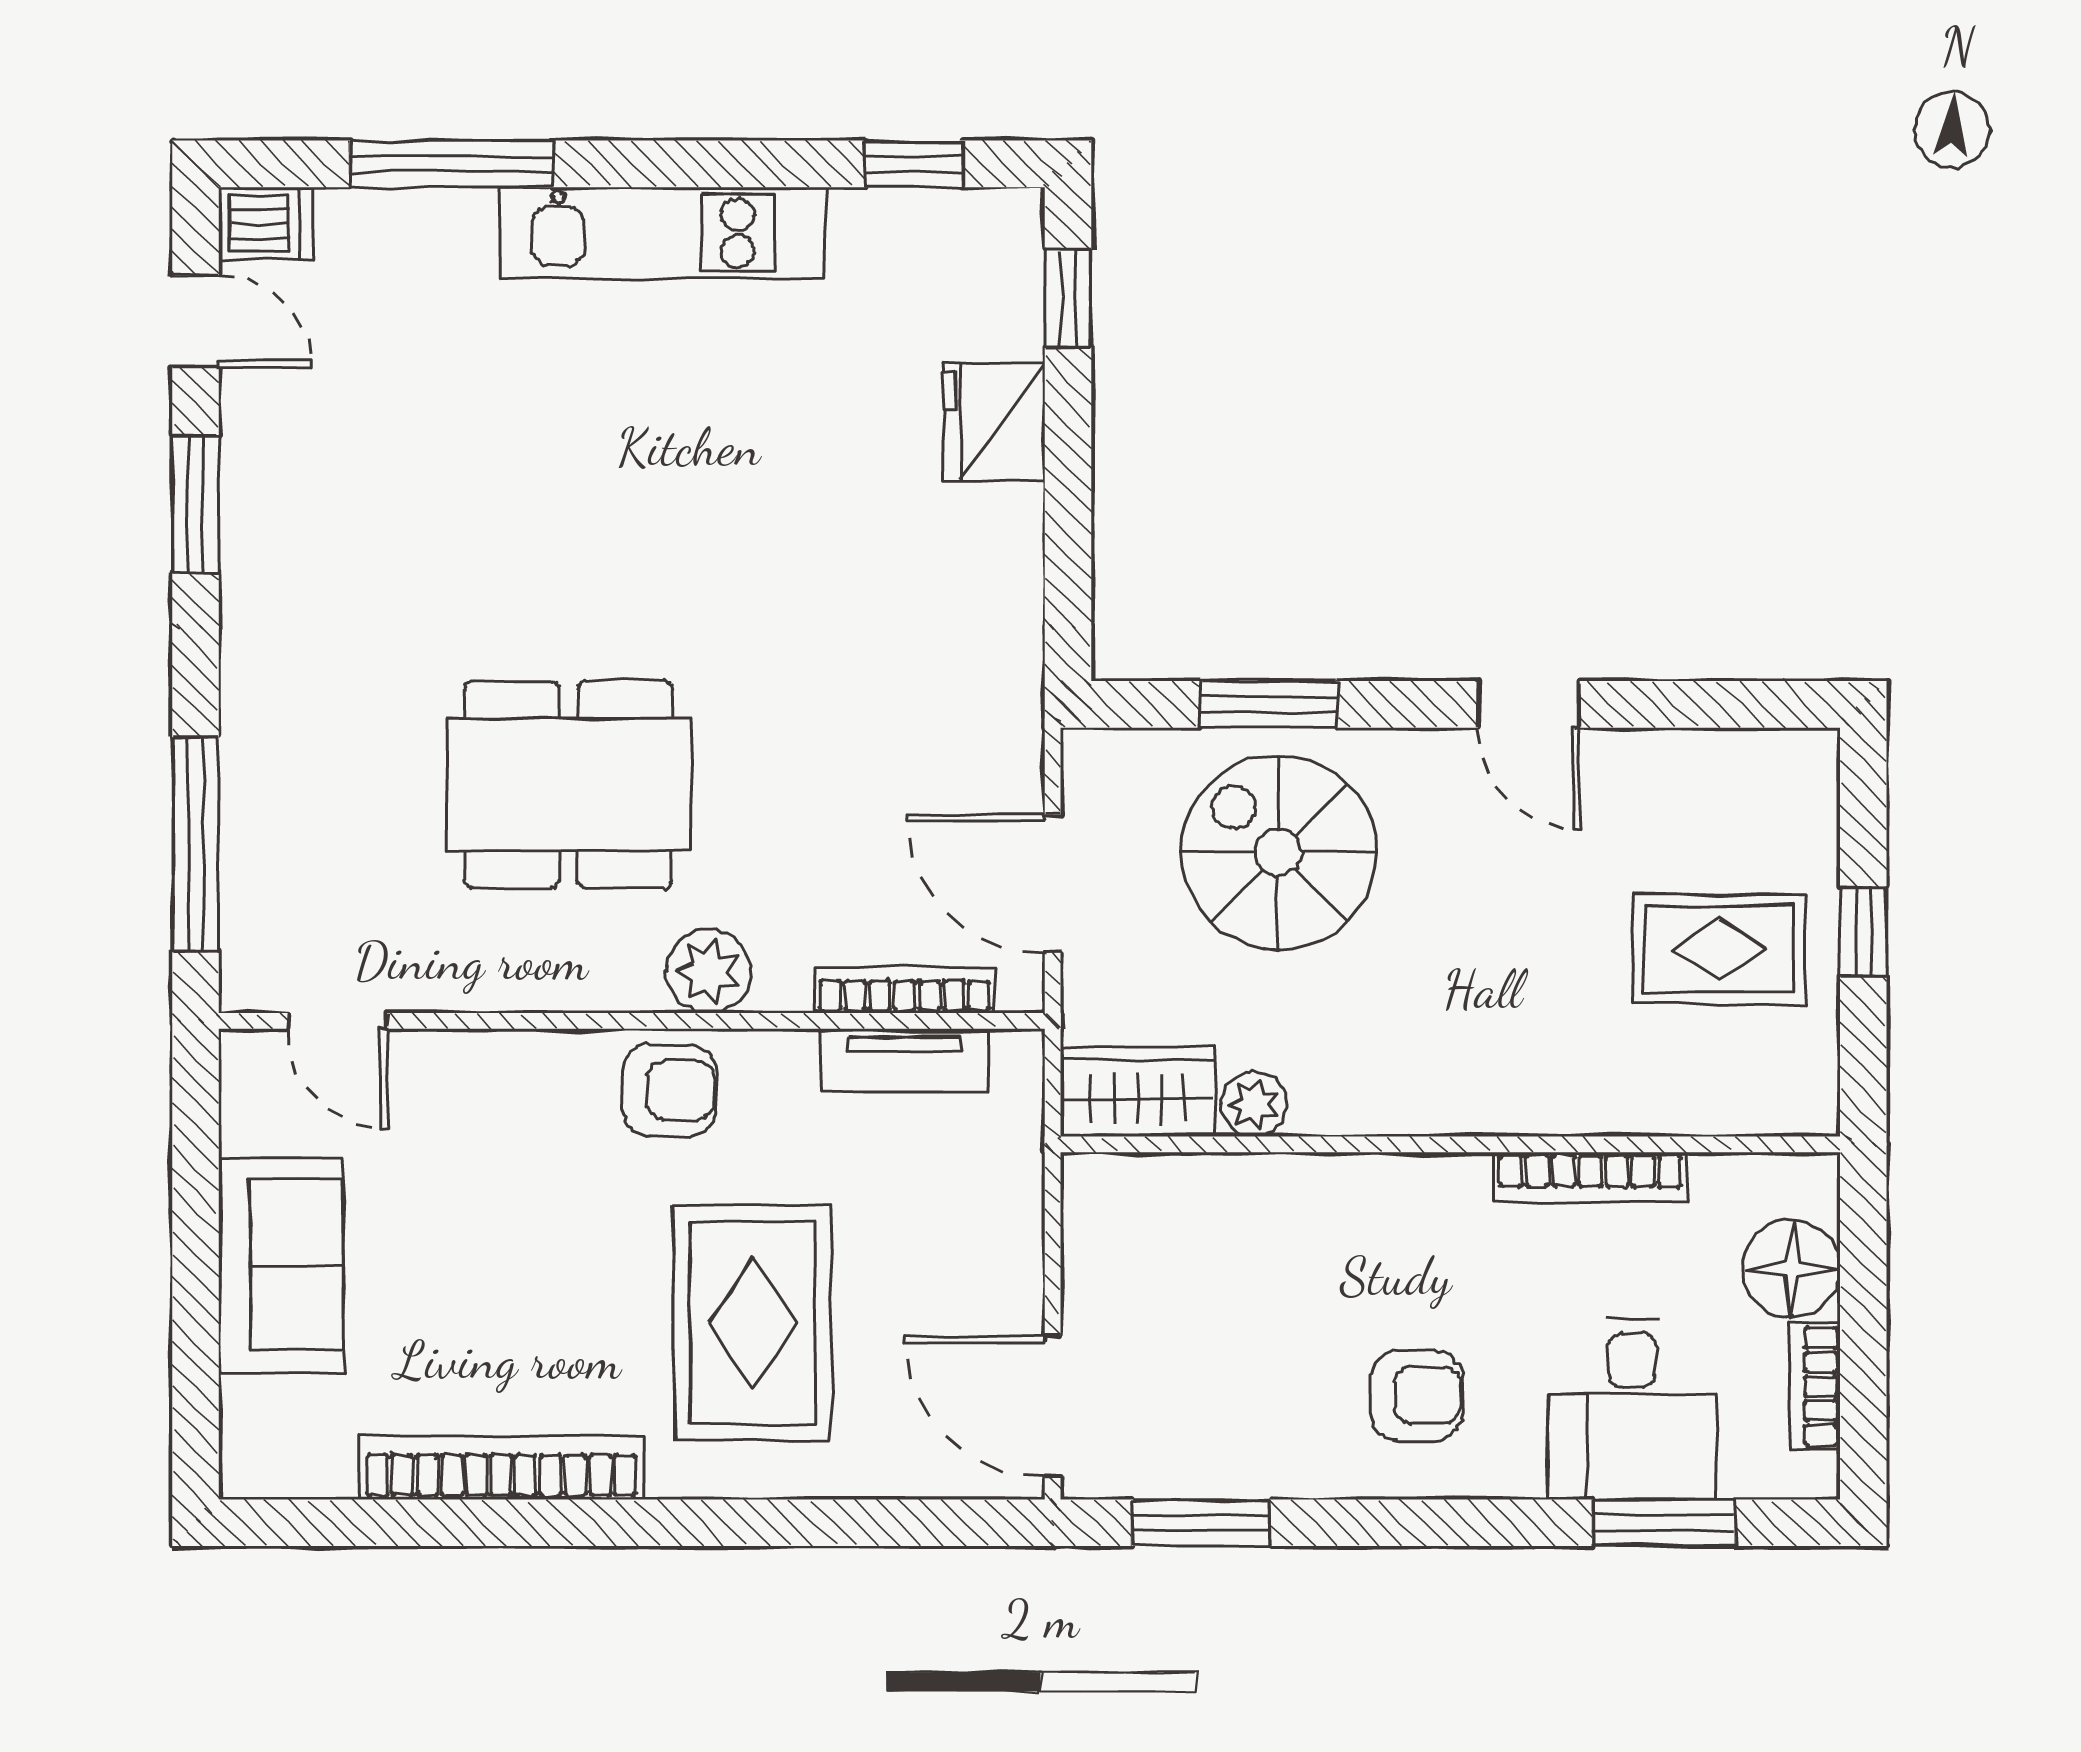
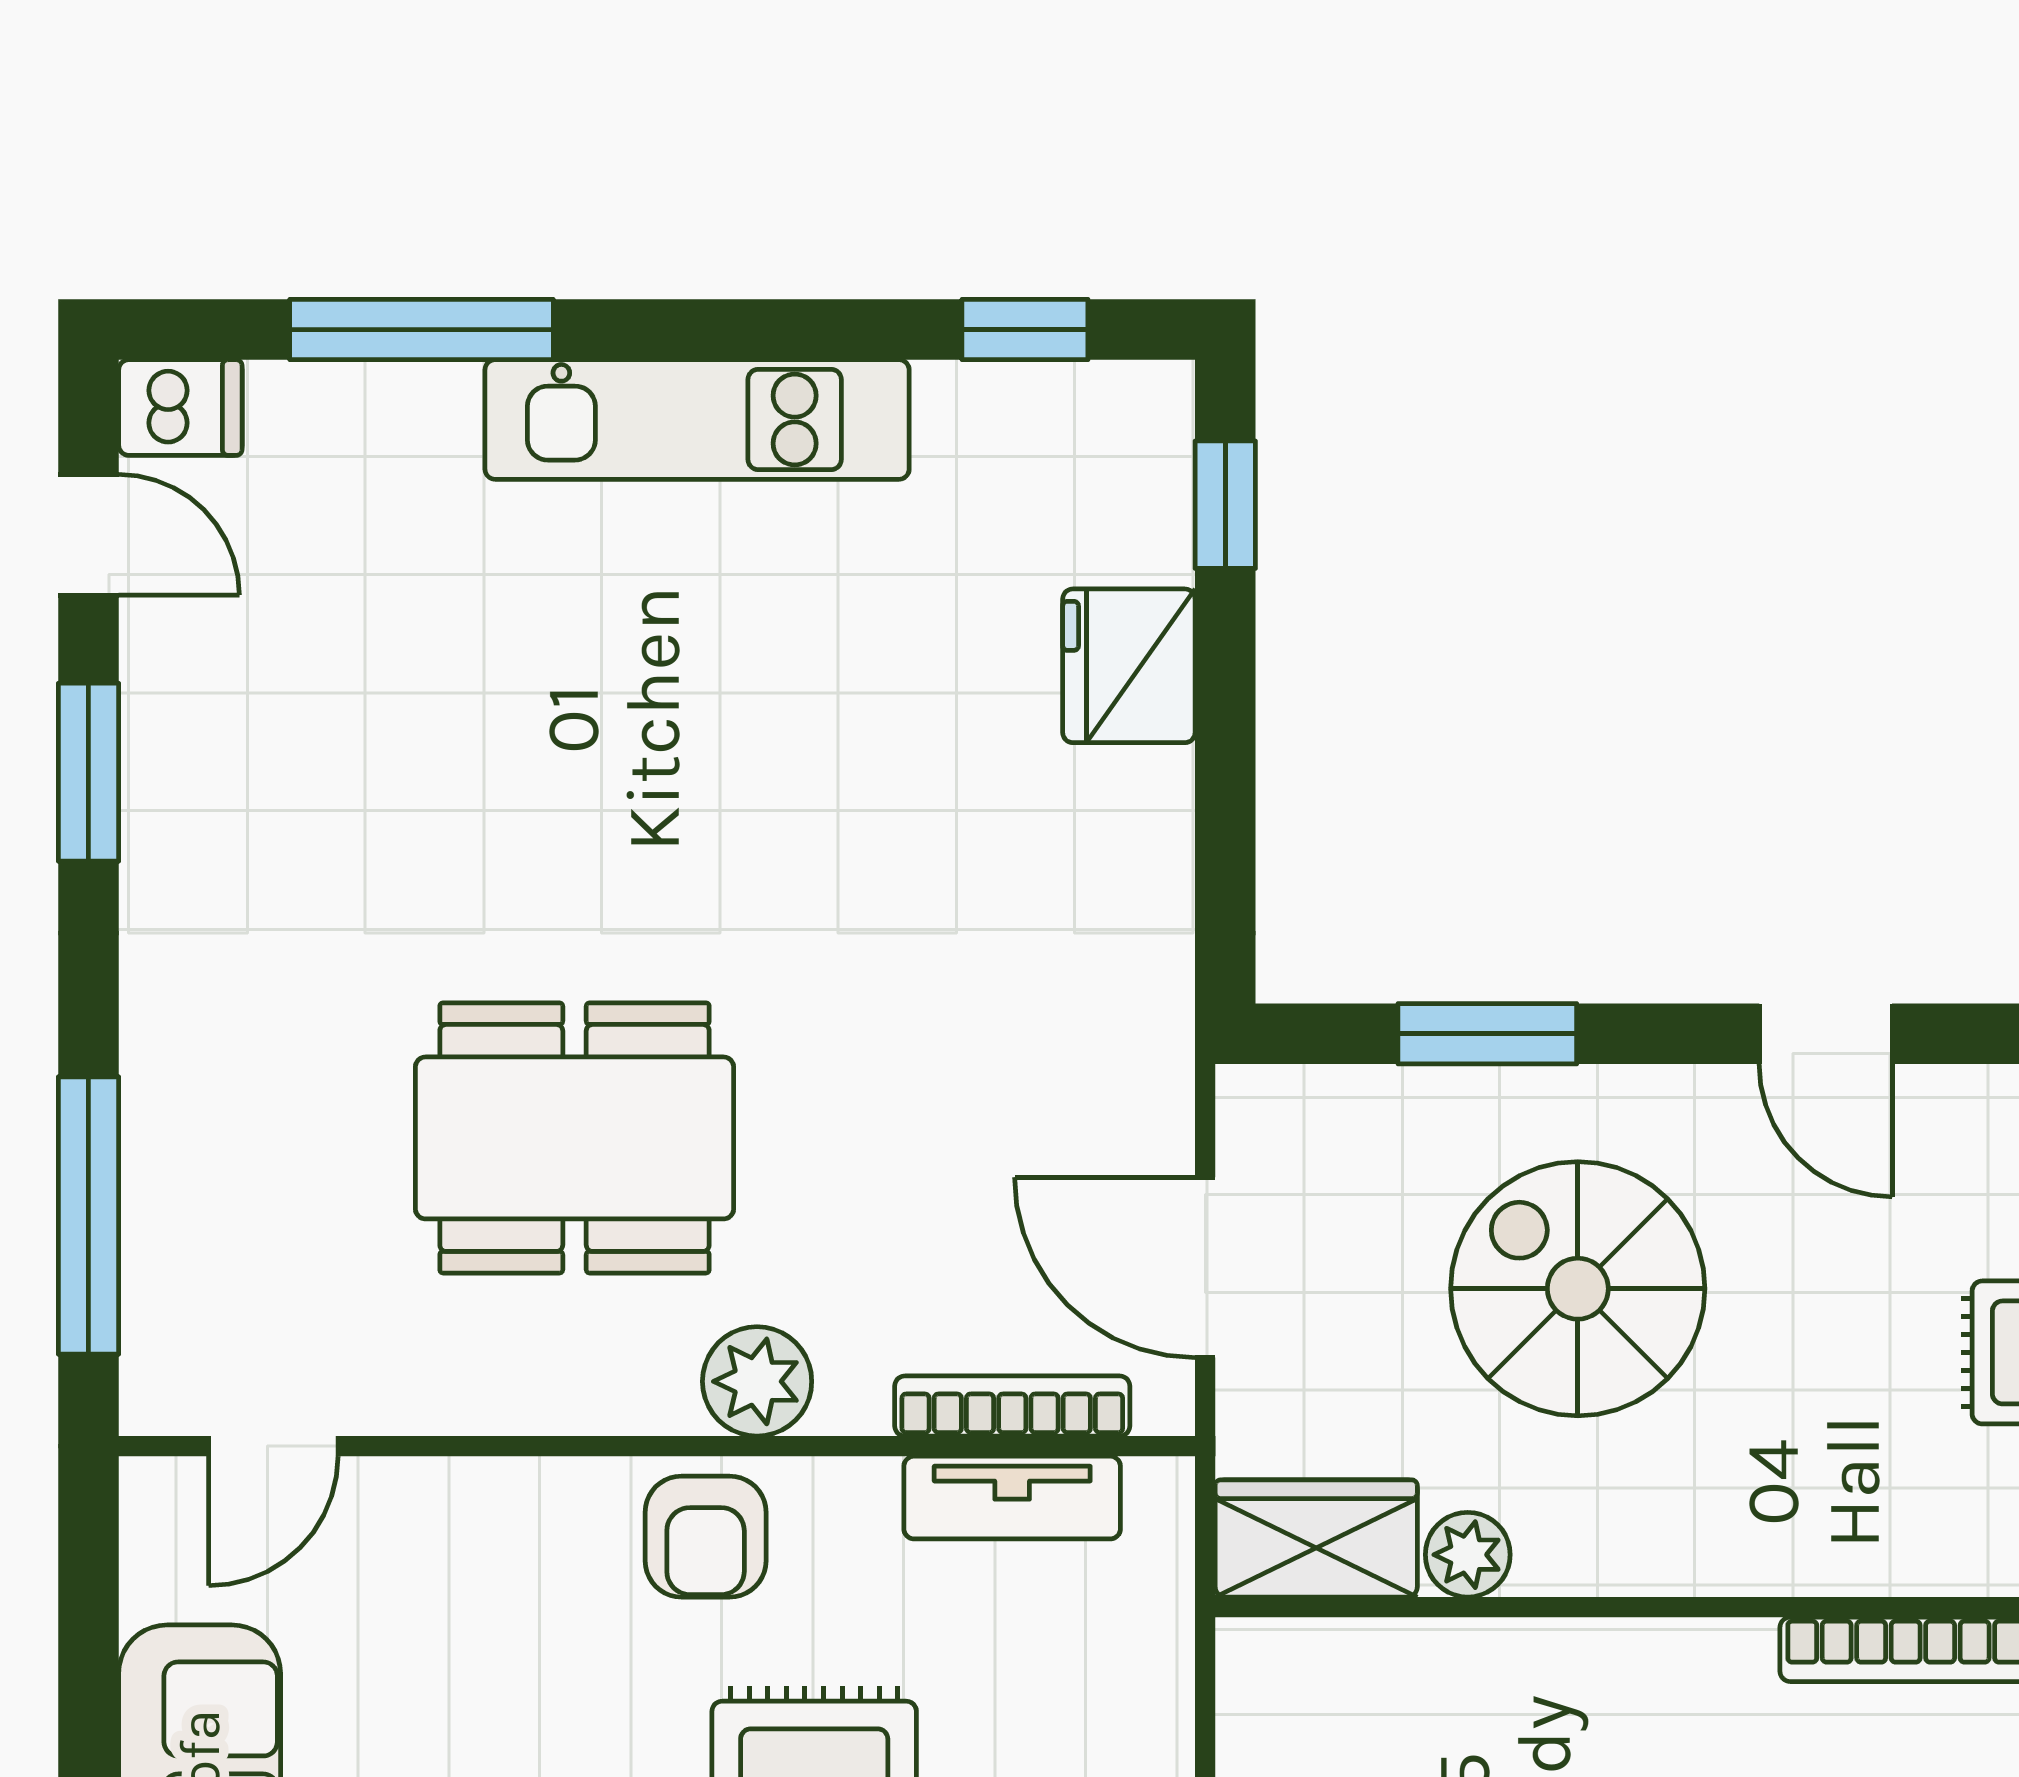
spiral stairs: (1279, 852) -> (1578, 1289), moved
door: (337, 1021) -> (273, 1446), hinge flipped
armchair: (669, 1090) -> (706, 1537), turned 90

